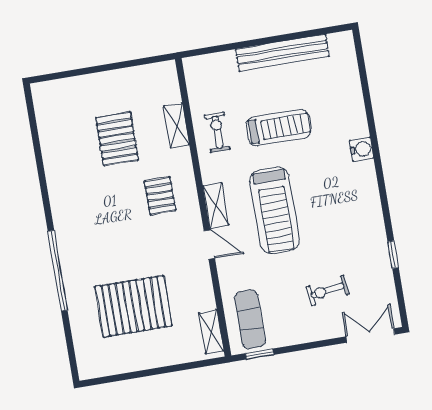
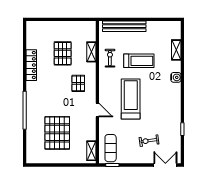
bench: (282, 53) -> (124, 26), moved
locker: (56, 174) -> (31, 65), added
shelving: (216, 205) -> (176, 50), moved
treadmill: (275, 210) -> (131, 99), turned 180
pallet: (133, 306) -> (57, 133), turned 90

